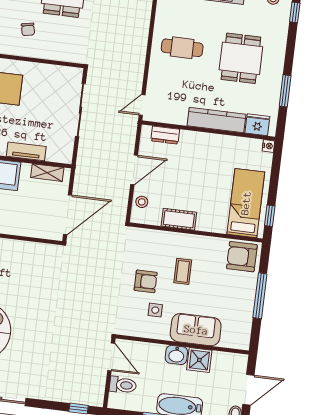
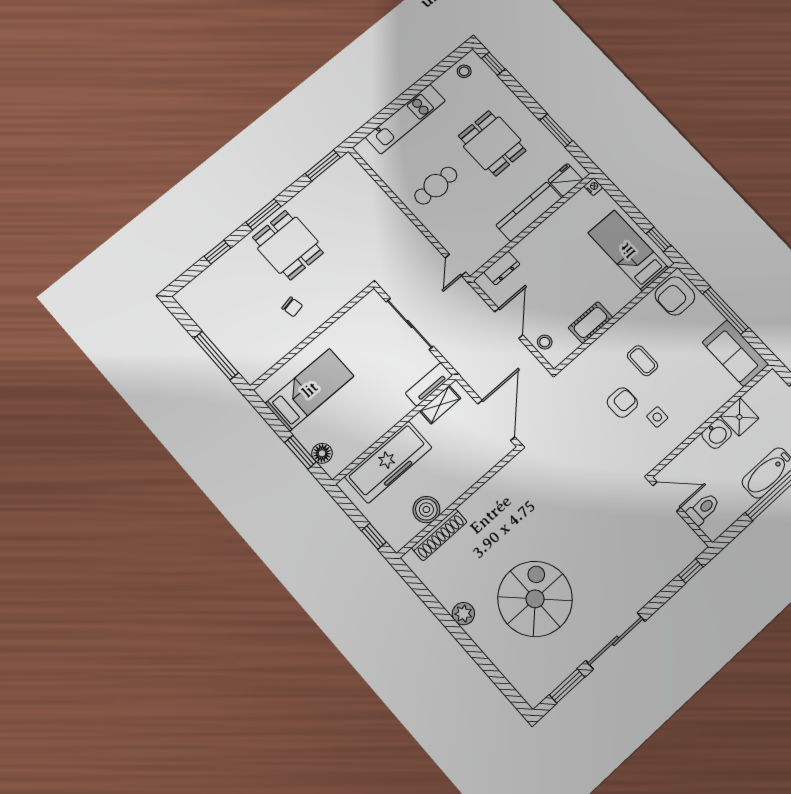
tv unit: (26, 151) -> (429, 384), moved
sofa: (196, 330) -> (735, 353), moved, turned -90

